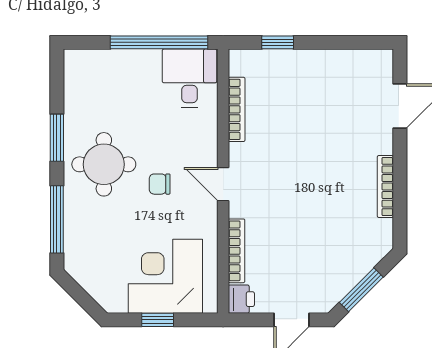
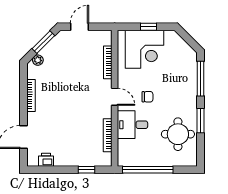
desk: (189, 78) -> (133, 125), moved, turned 90
round table: (104, 164) -> (178, 134), moved
plant: (372, 255) -> (38, 60), added
printer: (241, 299) -> (46, 160), moved, turned 90

